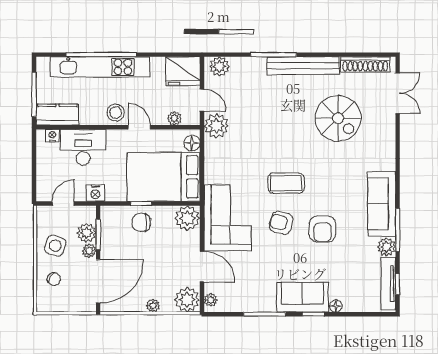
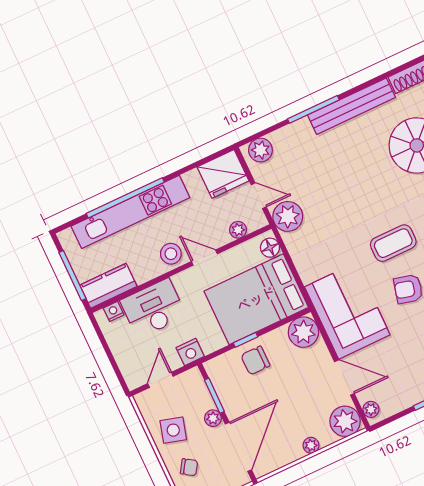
plant: (86, 233) -> (201, 400), removed

